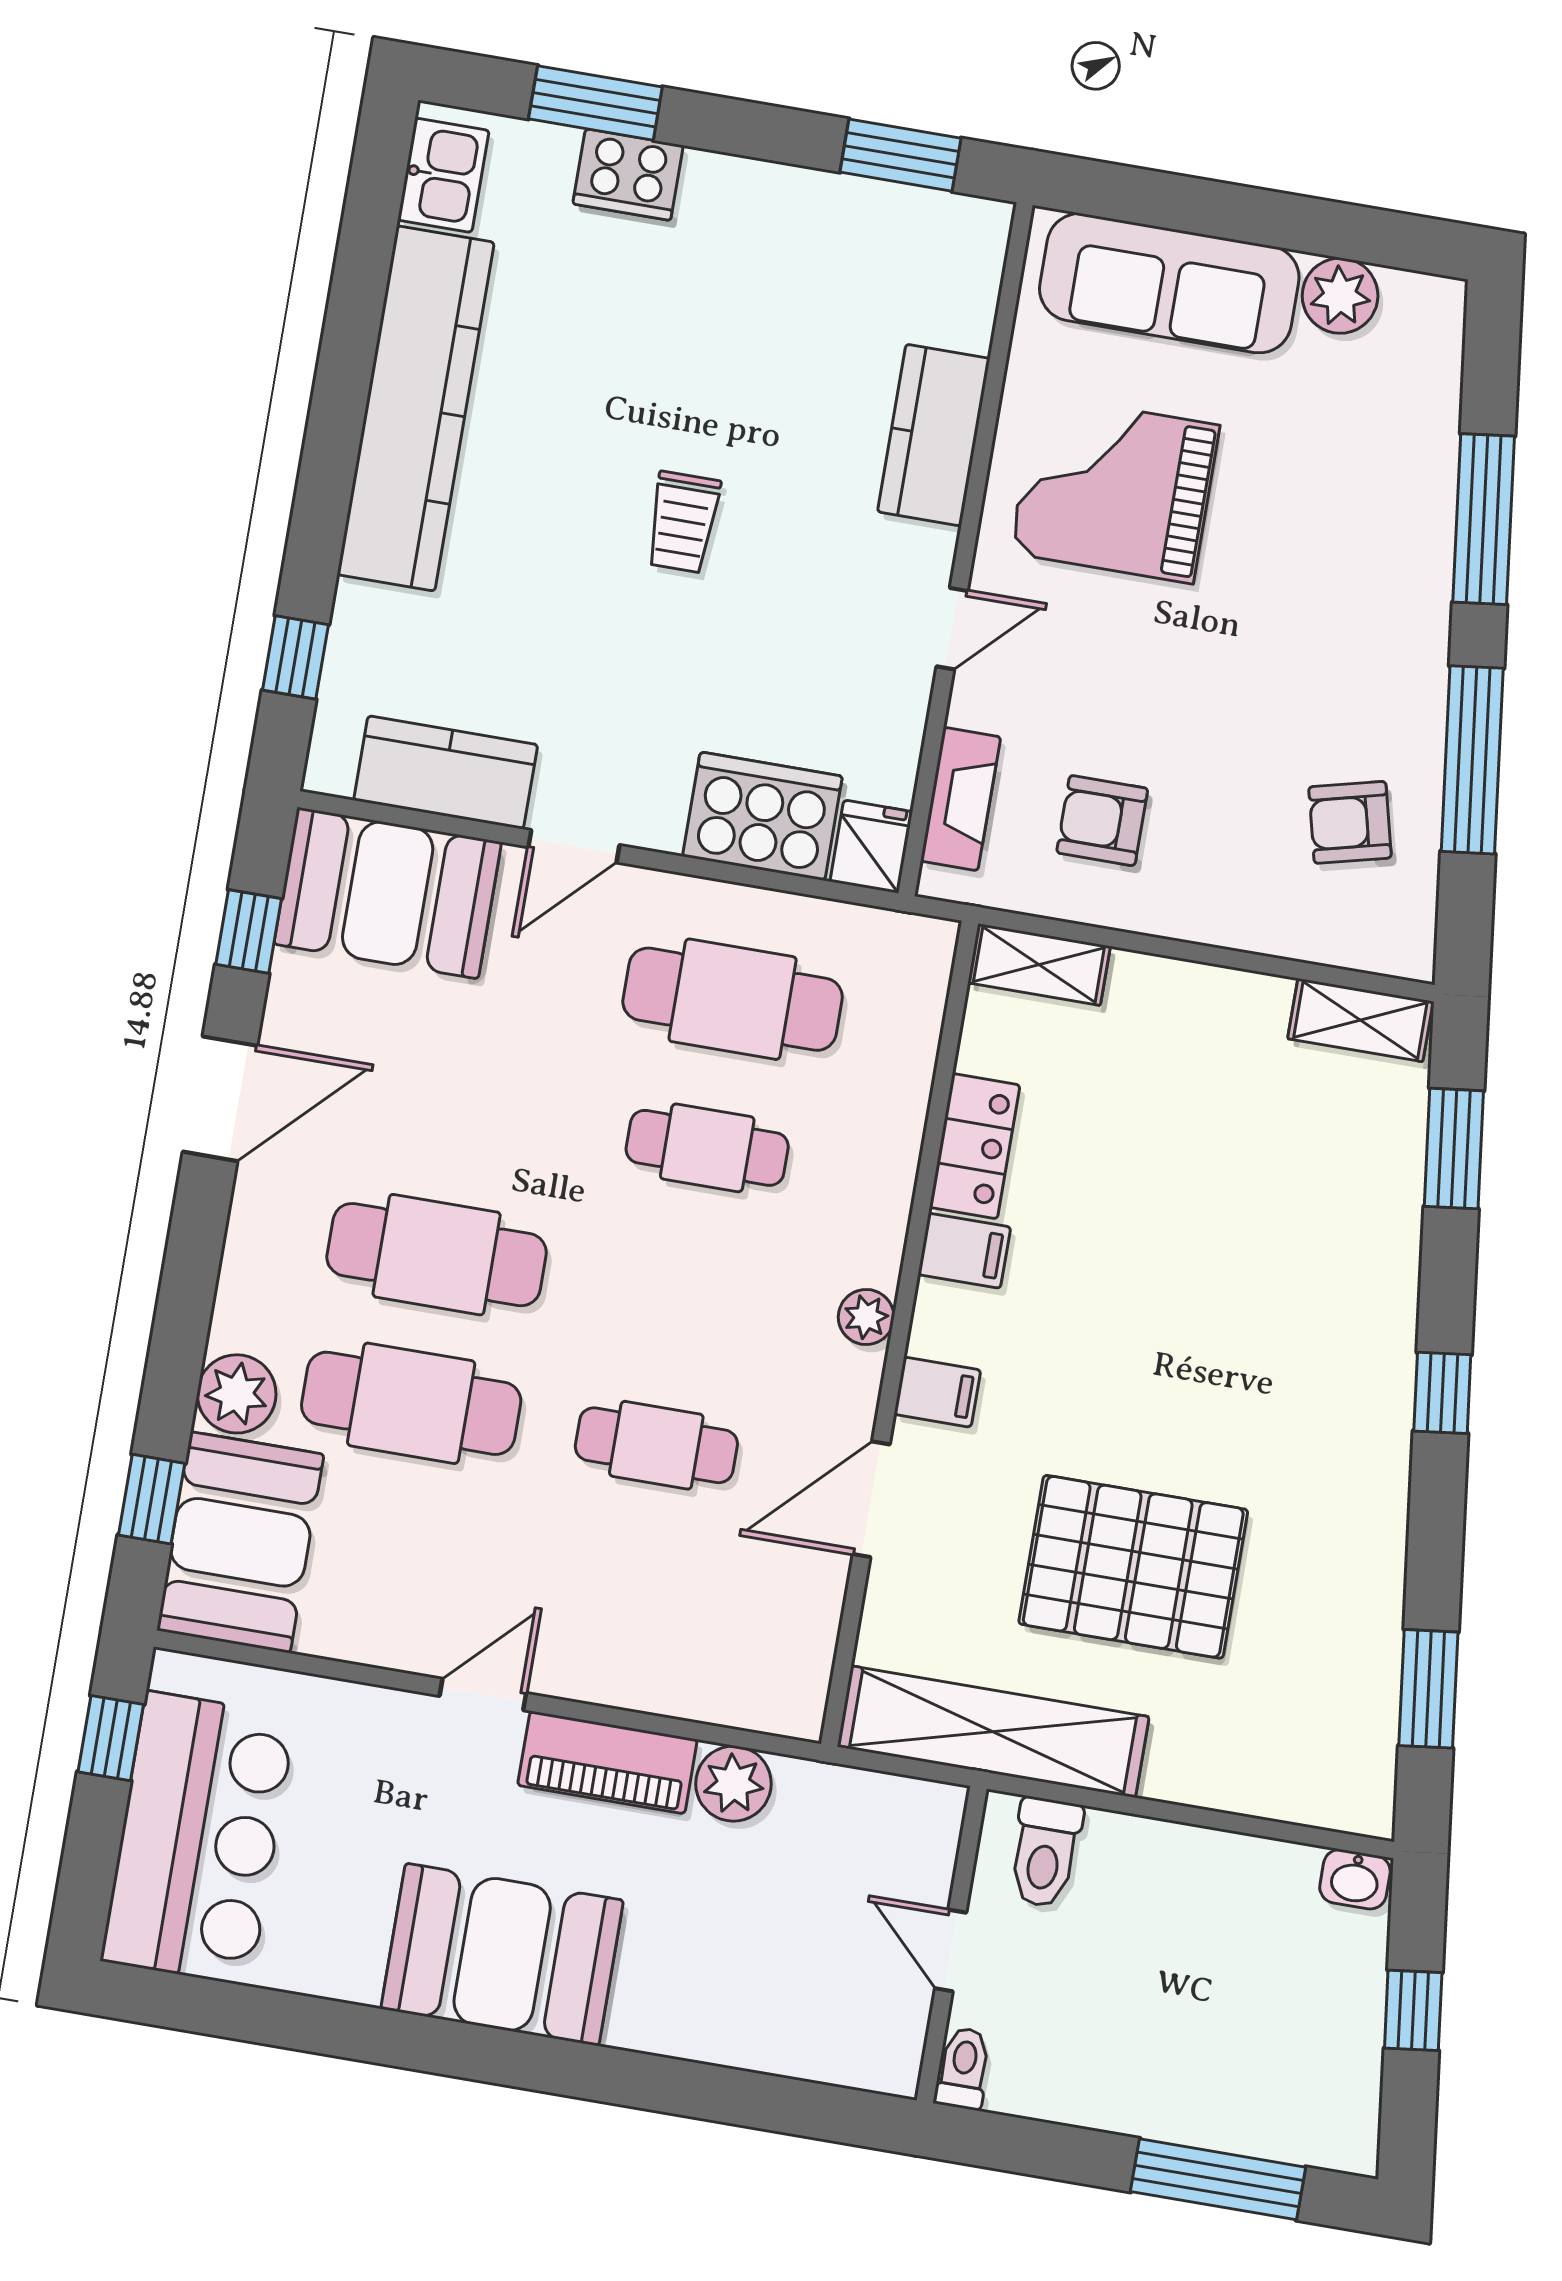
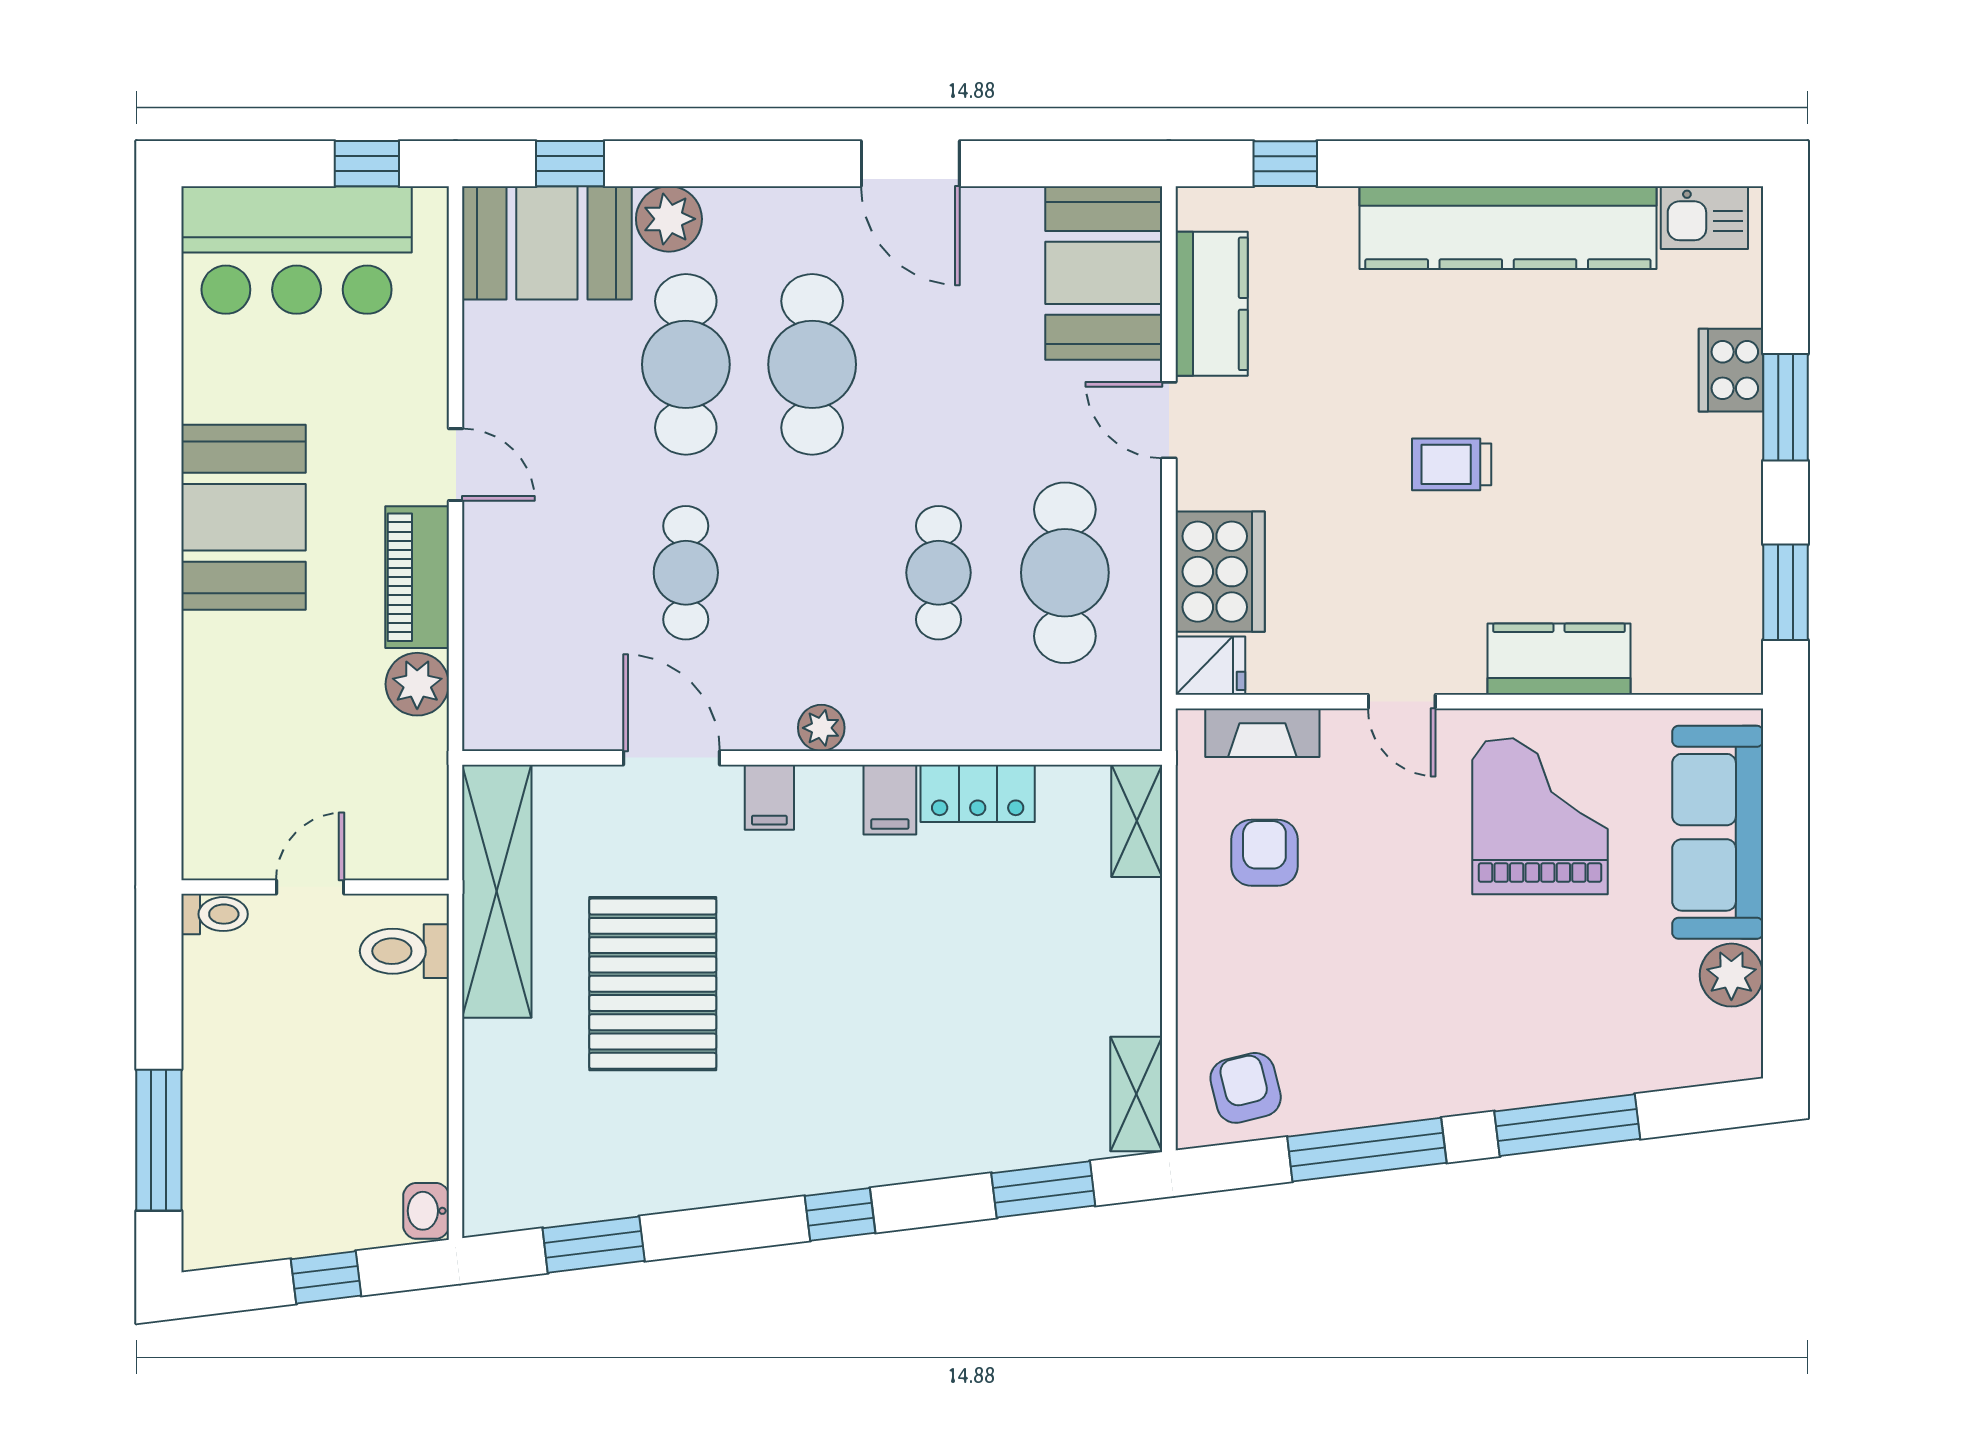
window: (595, 103) -> (1786, 407), moved
armchair: (1350, 822) -> (1246, 1088), moved
window: (249, 931) -> (1052, 164), removed

